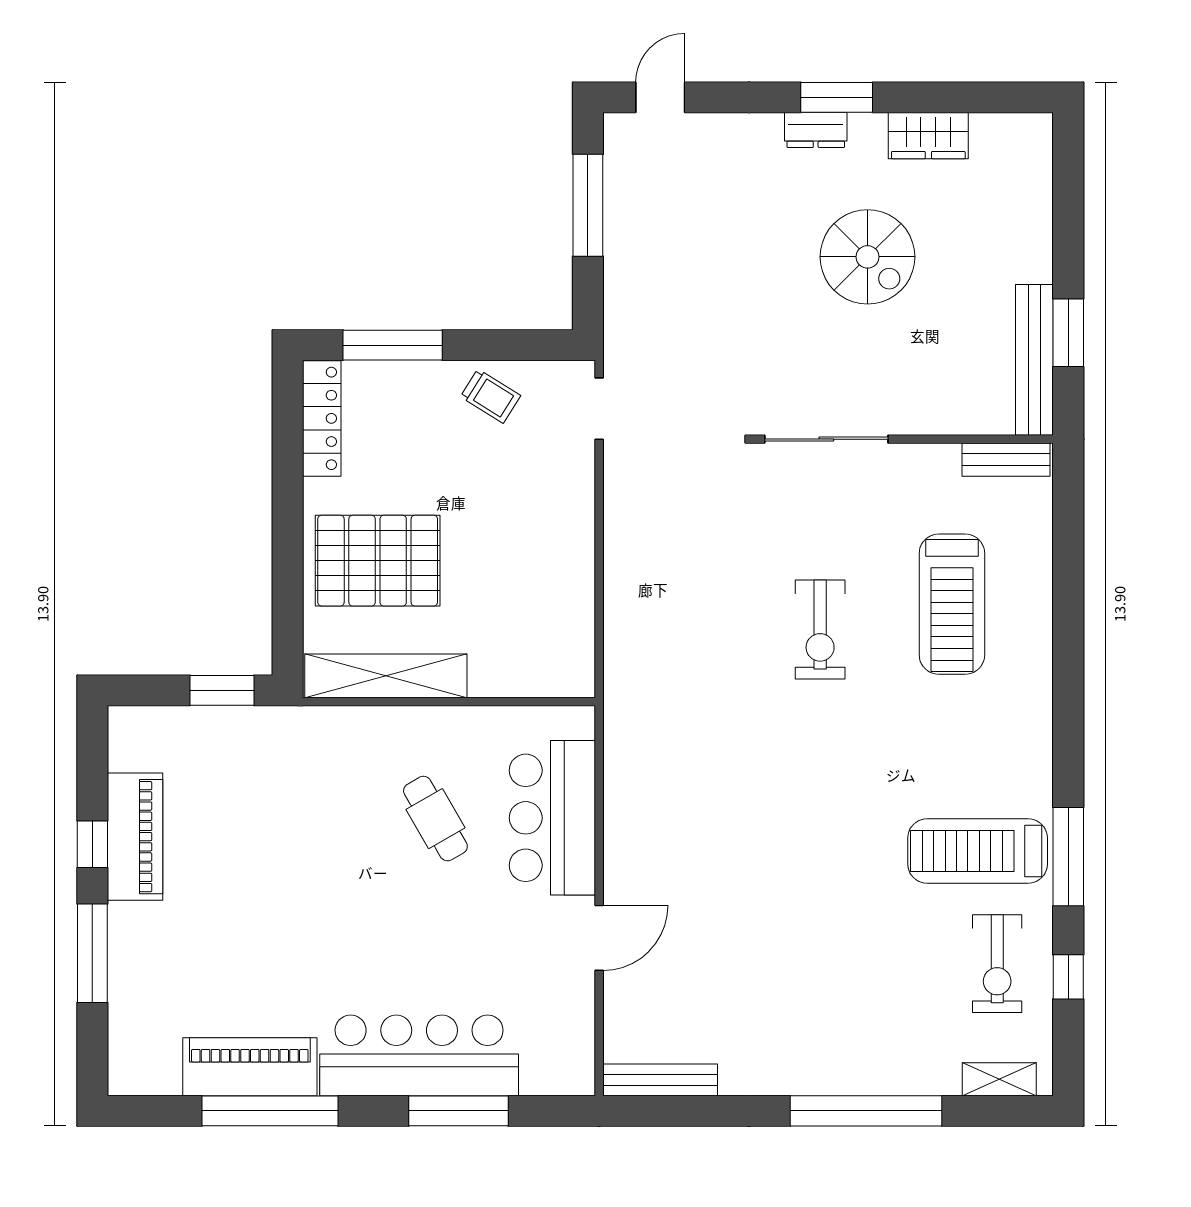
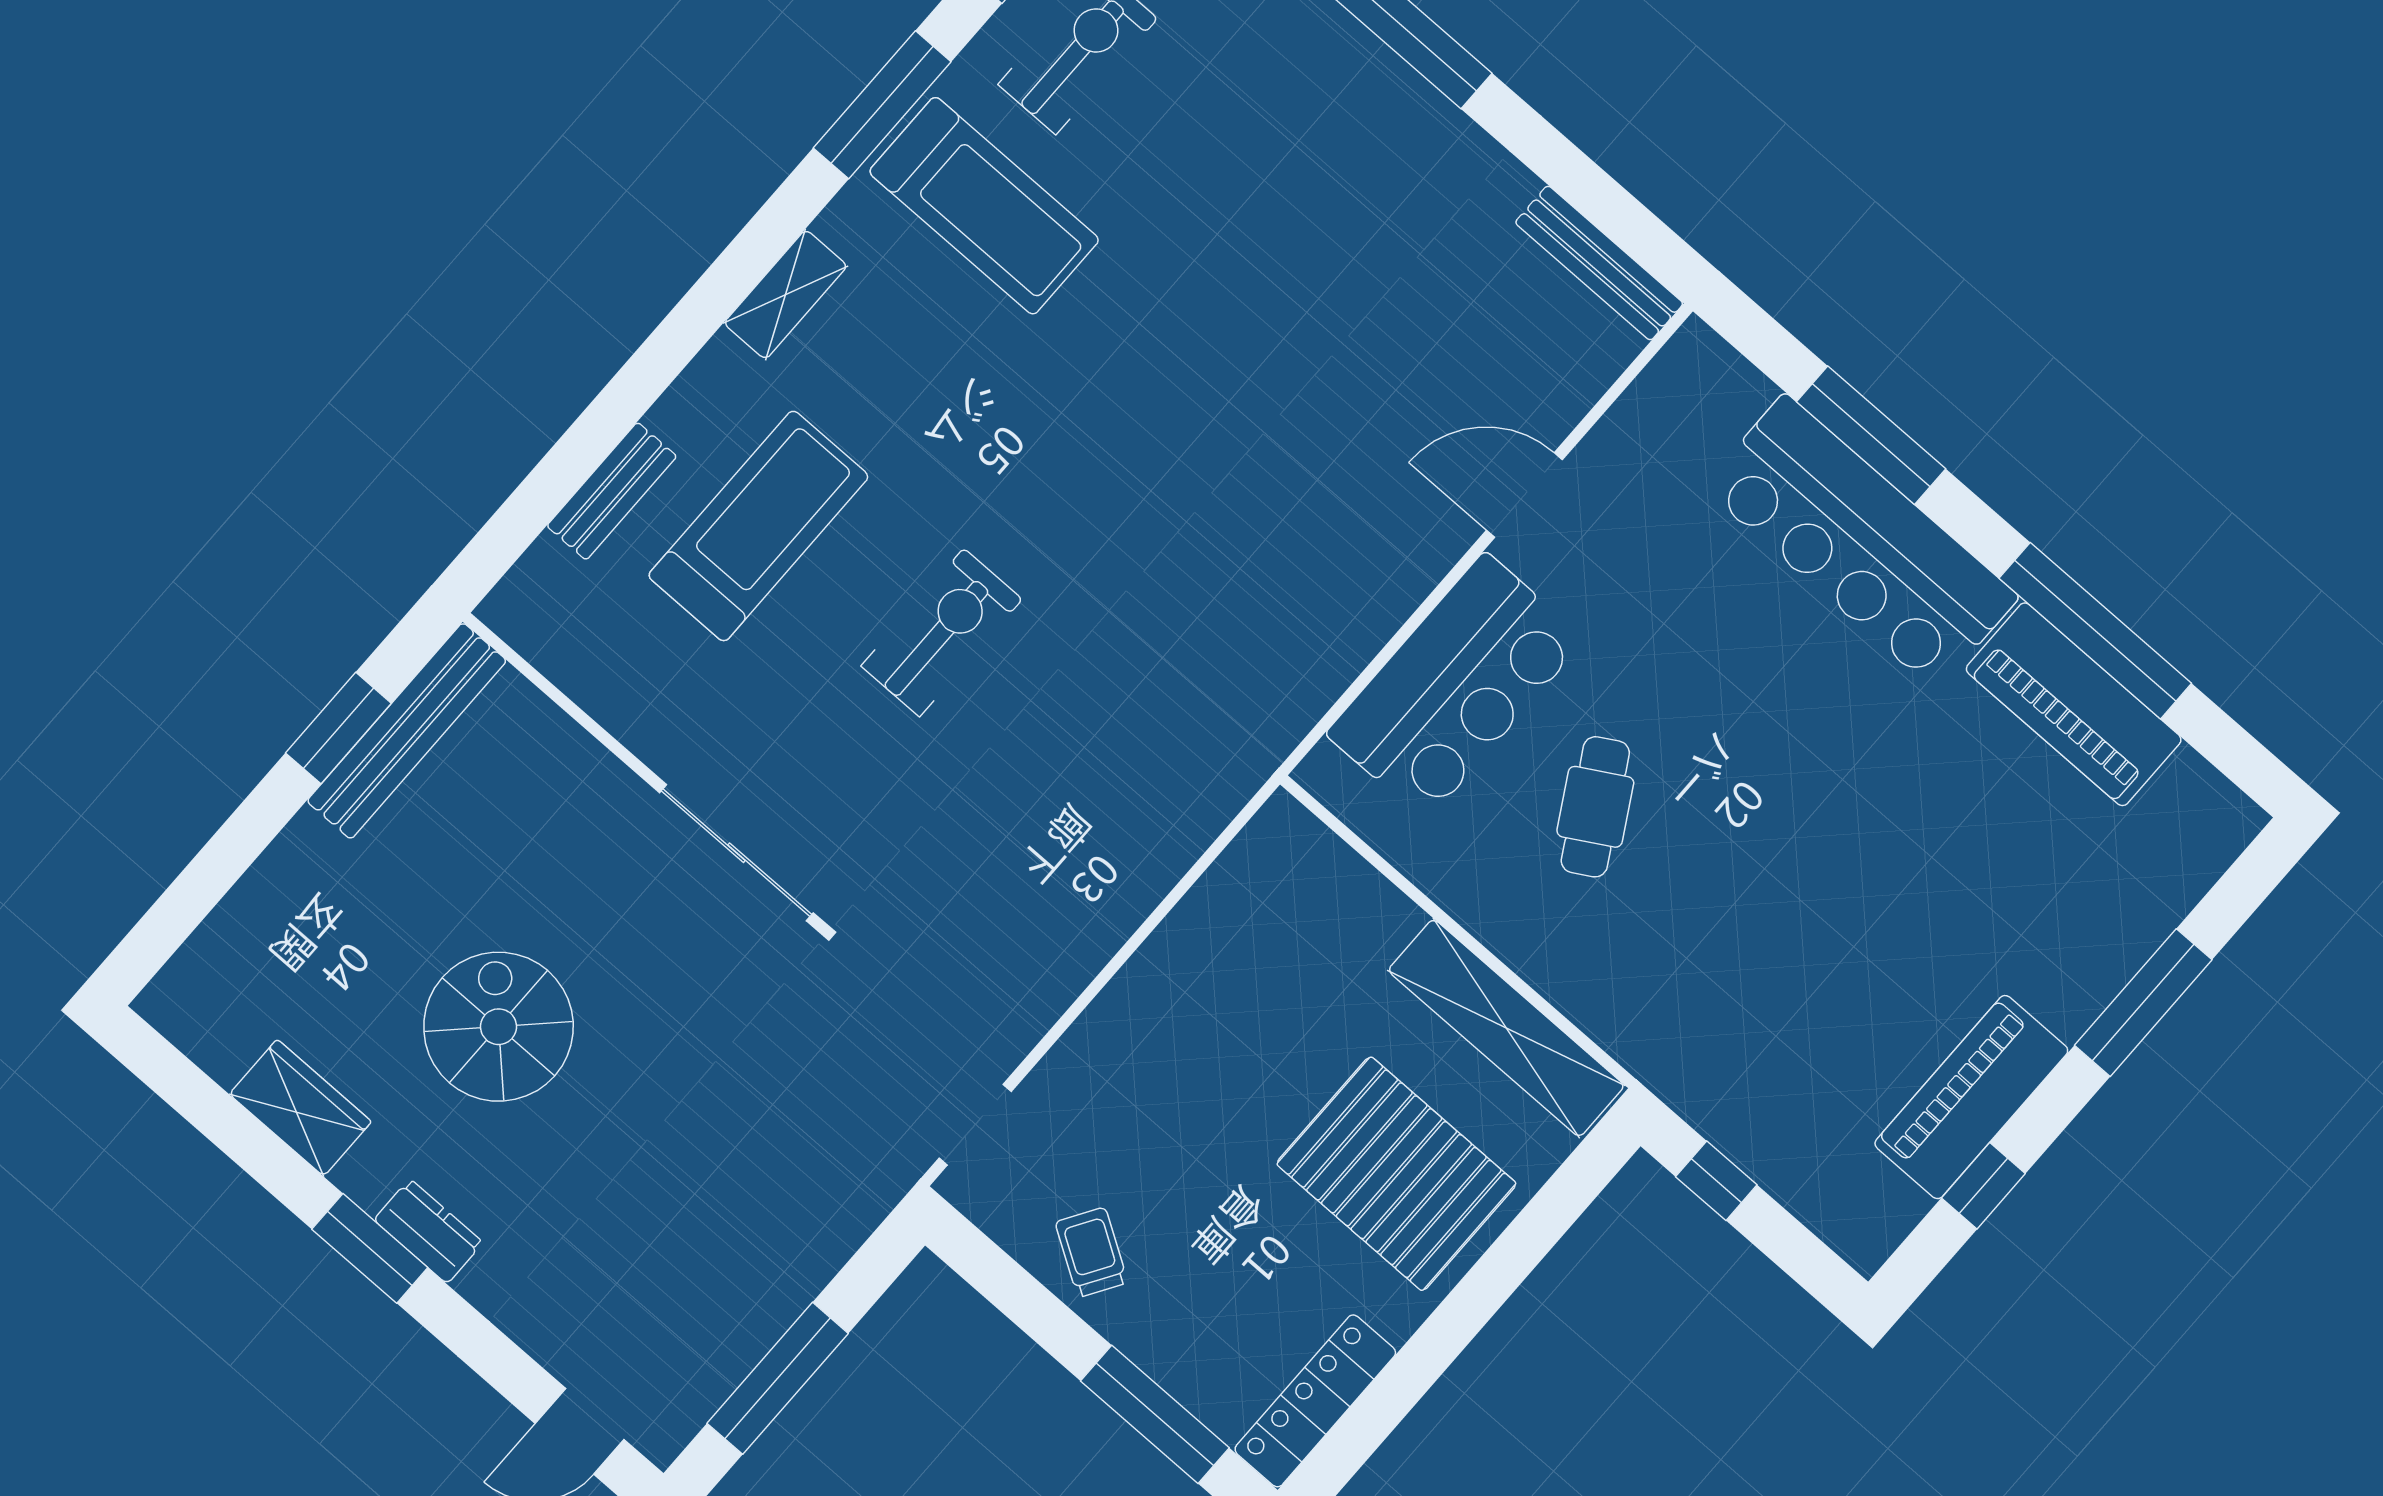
bench: (1006, 460) -> (612, 491), moved, turned 90
window: (222, 690) -> (1716, 1181), width x0.67
shelving: (1035, 726) -> (786, 295), added
window: (92, 844) -> (1983, 1186), moved

